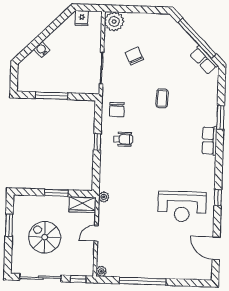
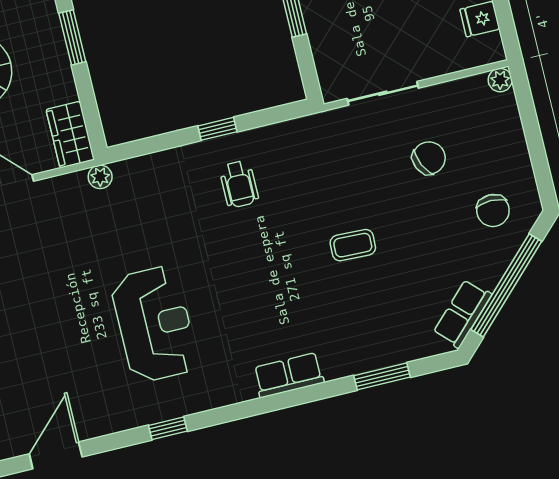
plant: (114, 22) -> (500, 80), width x0.53, depth x0.53
chair: (117, 110) -> (493, 211), moved, turned -90
window: (220, 117) -> (382, 376), moved
window: (56, 193) -> (72, 37), moved
reception desk: (182, 207) -> (154, 324), moved, turned 180

